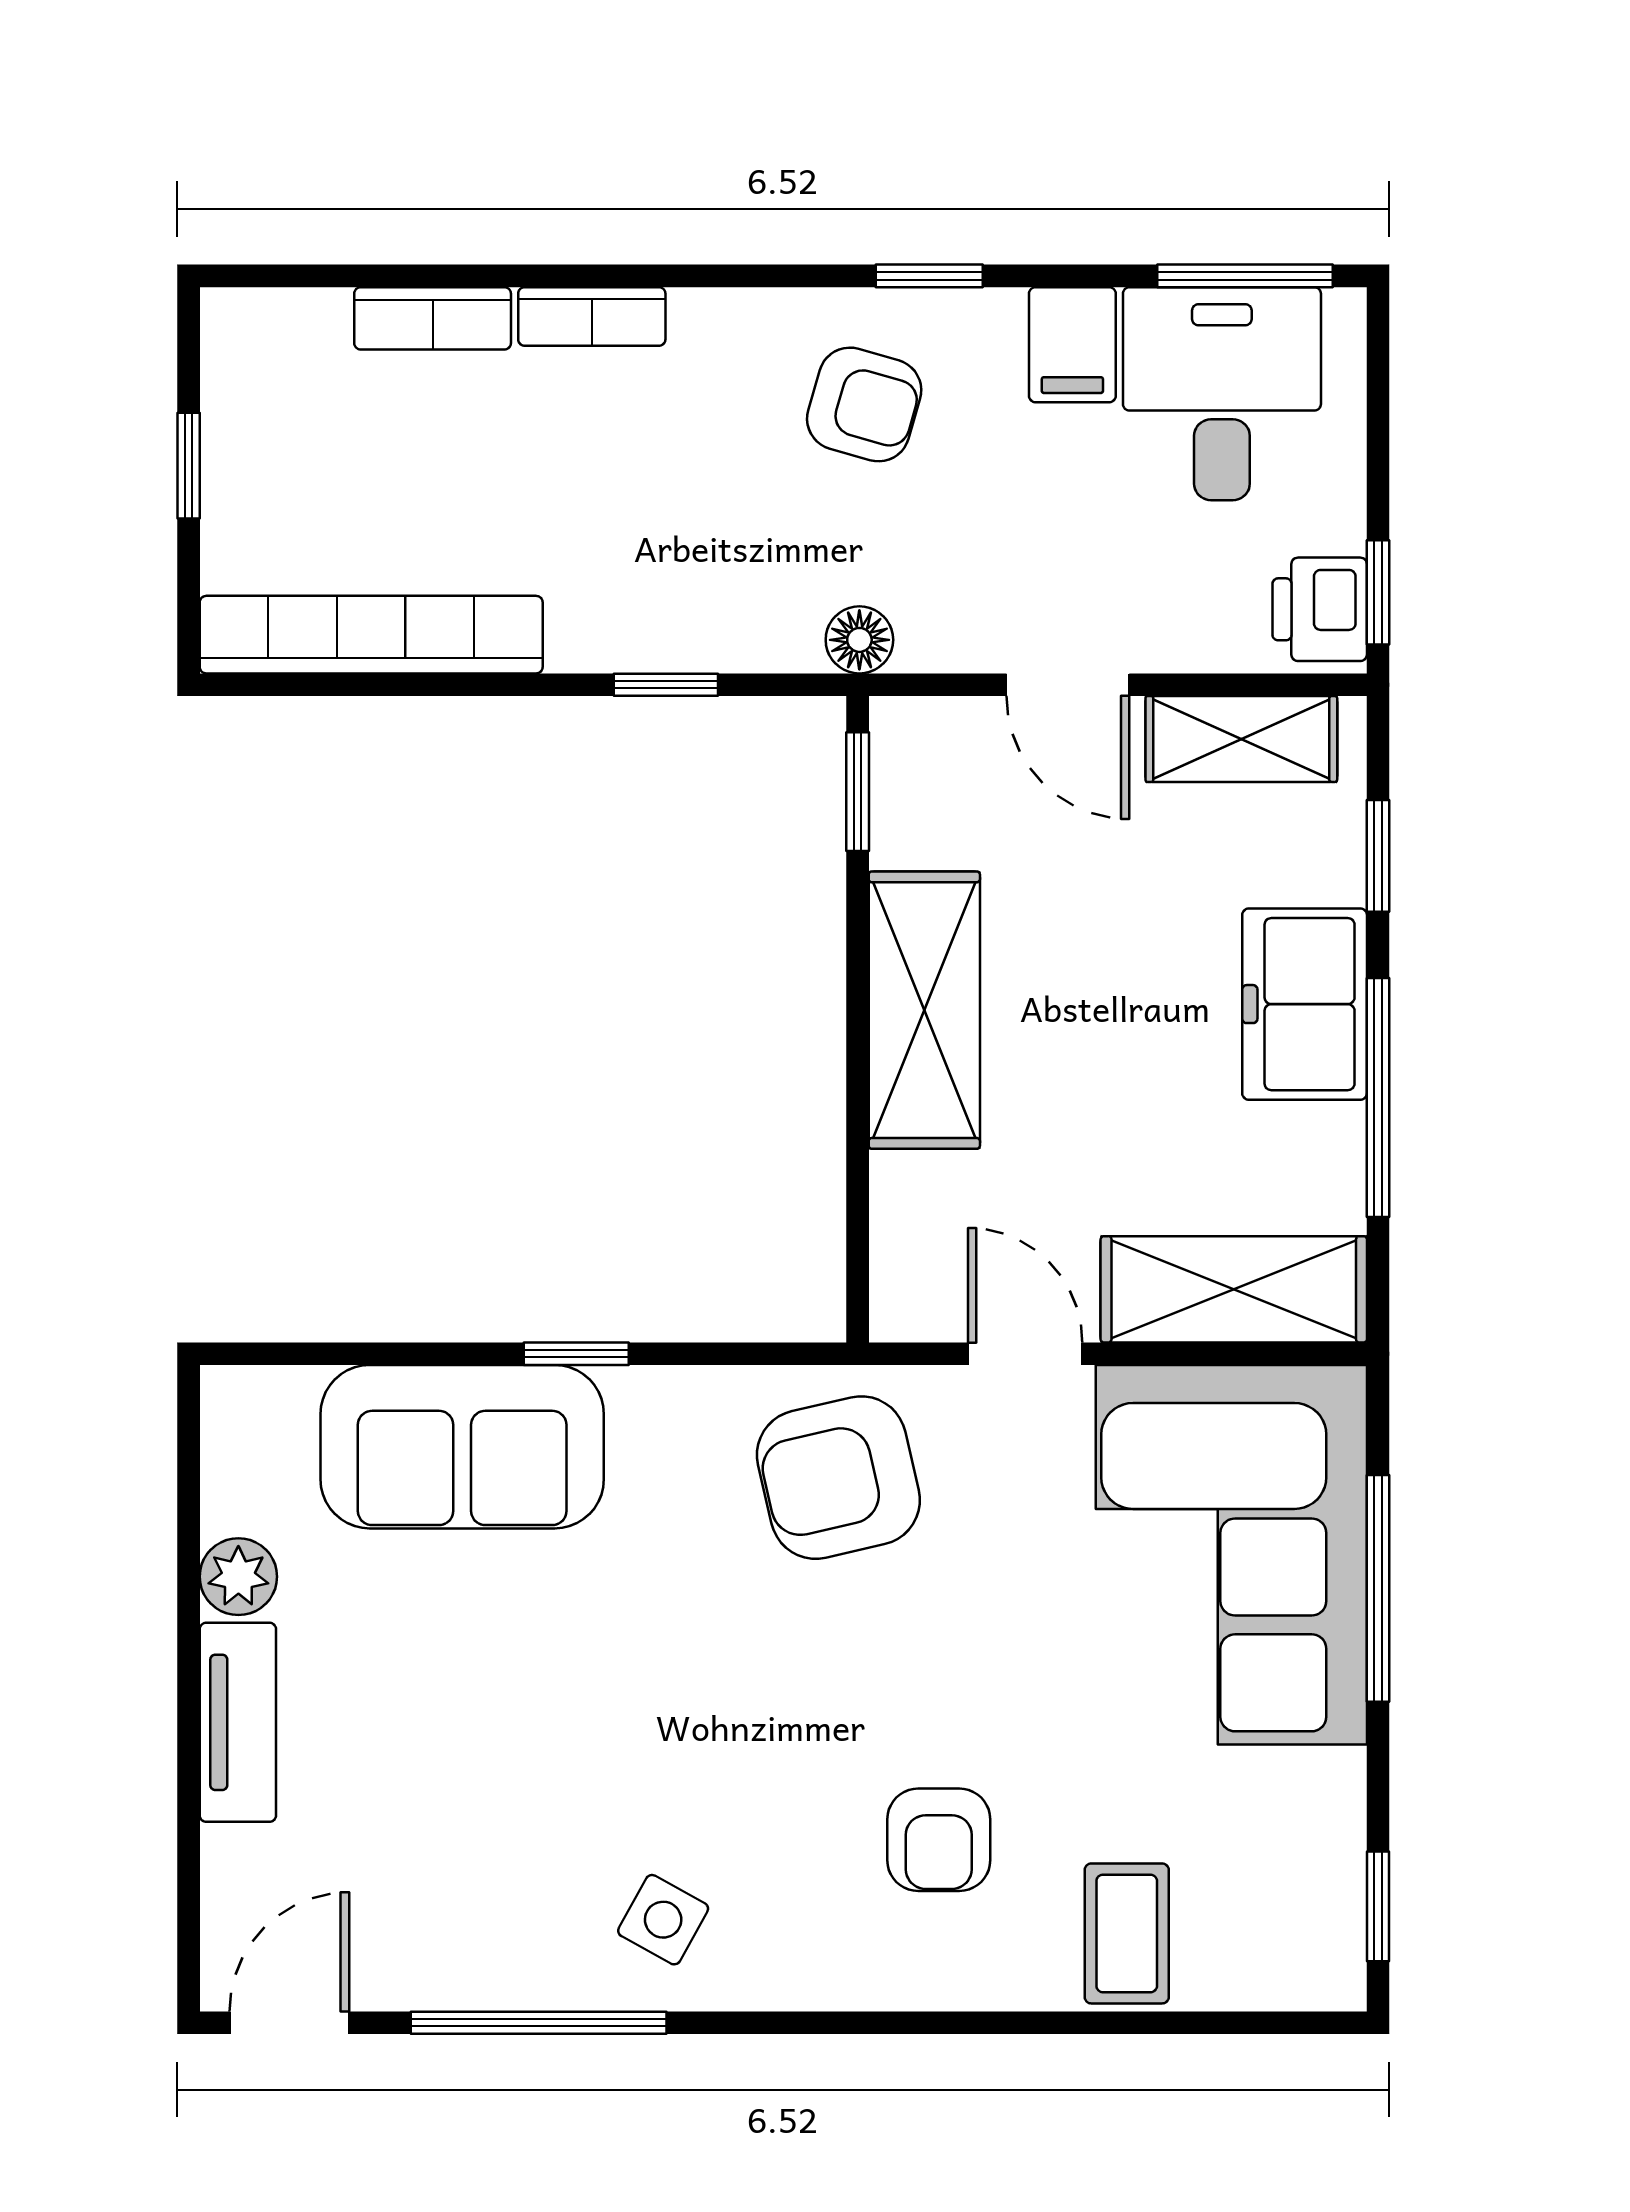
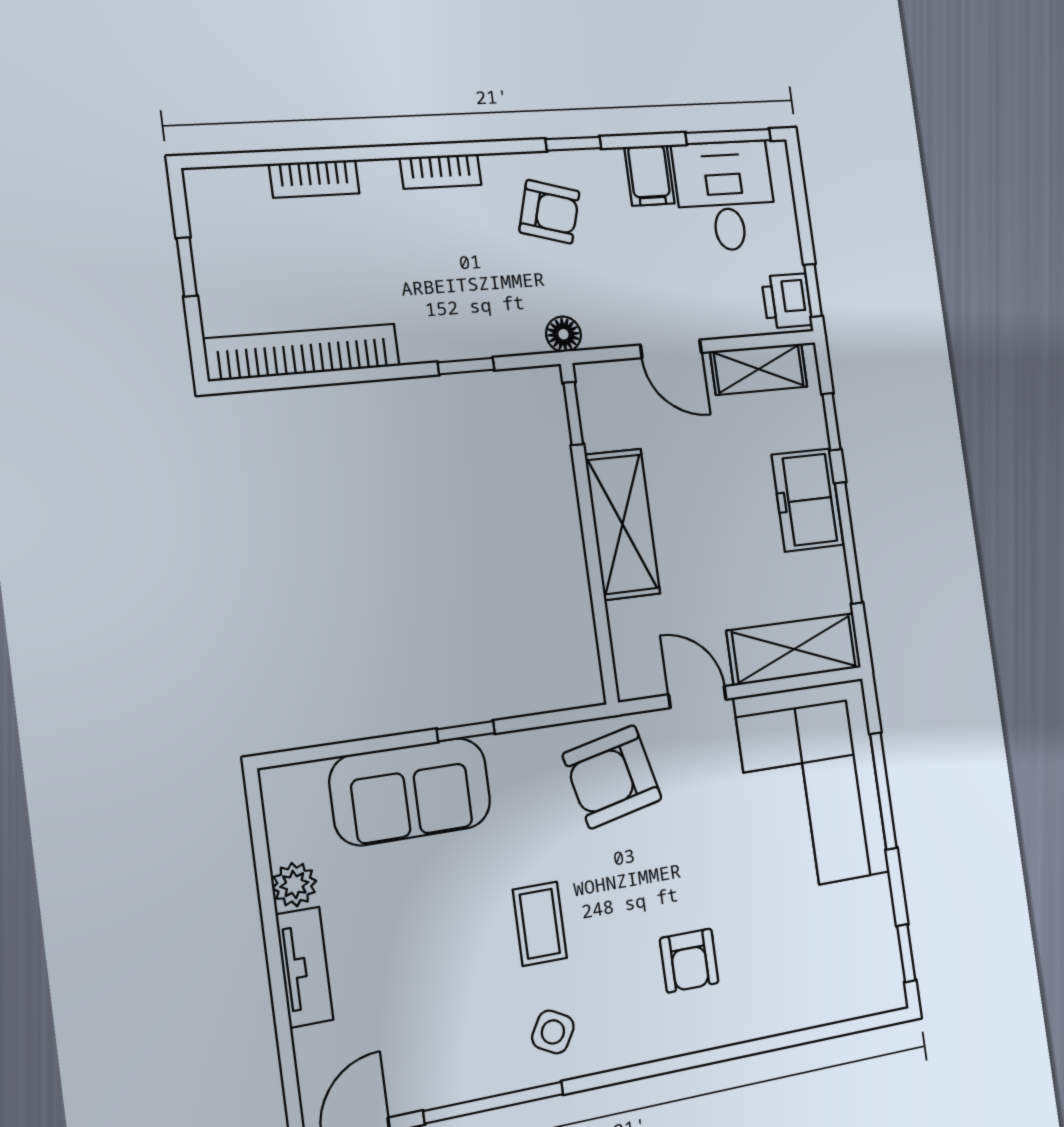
bookcase: (592, 316) -> (441, 171), moved
coffee table: (1127, 1933) -> (540, 924), moved

